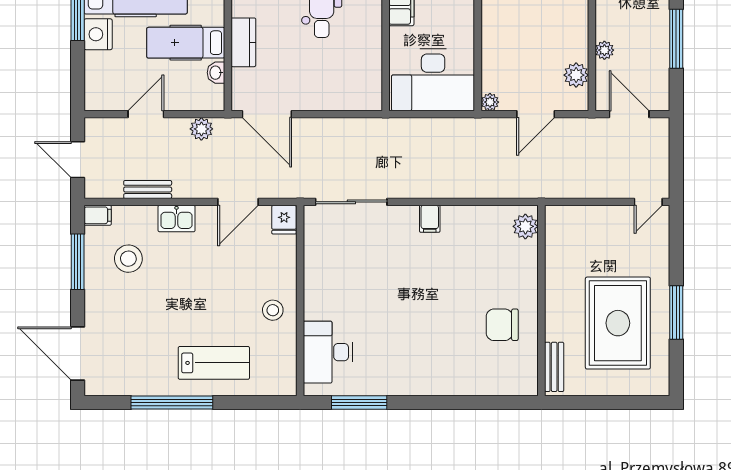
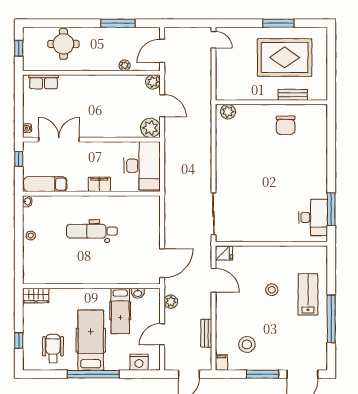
nightstand: (98, 34) -> (139, 362), moved
kitchen counter: (243, 42) -> (120, 277), removed
plant: (576, 75) -> (153, 82), moved
plant: (490, 102) -> (150, 128), width x1.88, depth x1.88
door: (146, 114) -> (162, 334), hinge flipped
kitchen sink: (177, 219) -> (223, 316), removed
filing cabinet: (430, 219) -> (223, 168), removed
window: (78, 262) -> (262, 374), moved
stool: (273, 310) -> (272, 290), moved
desk: (328, 352) -> (313, 217), moved, turned -90
bench: (554, 367) -> (293, 95), moved

